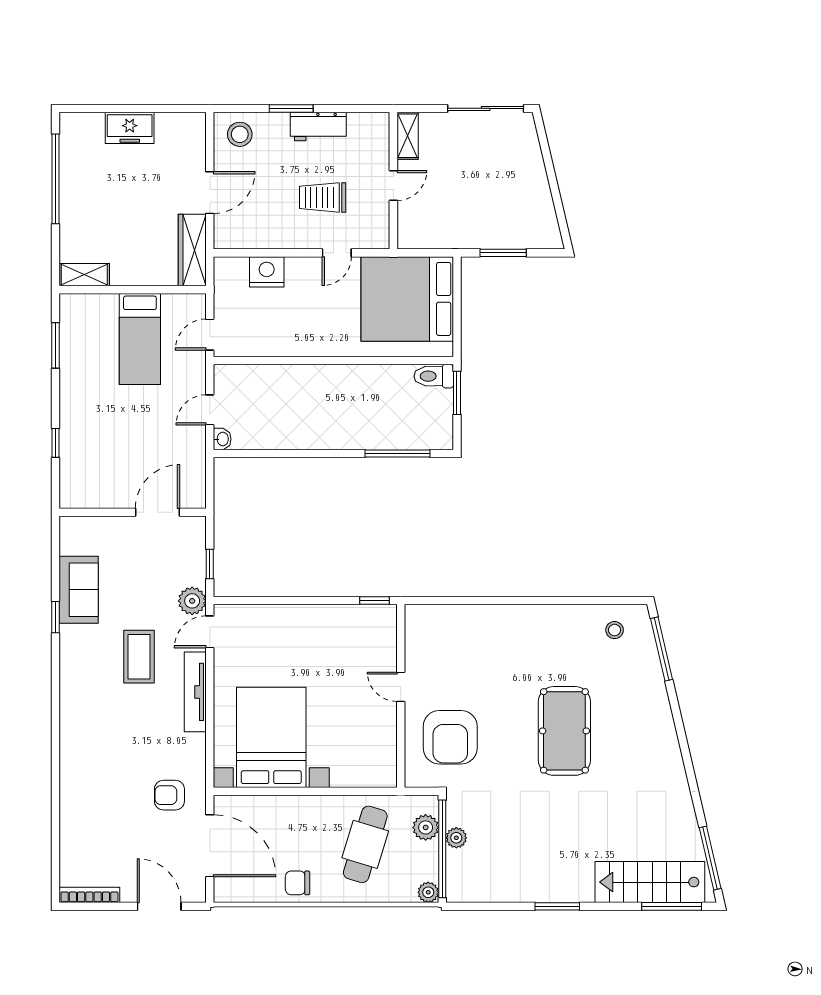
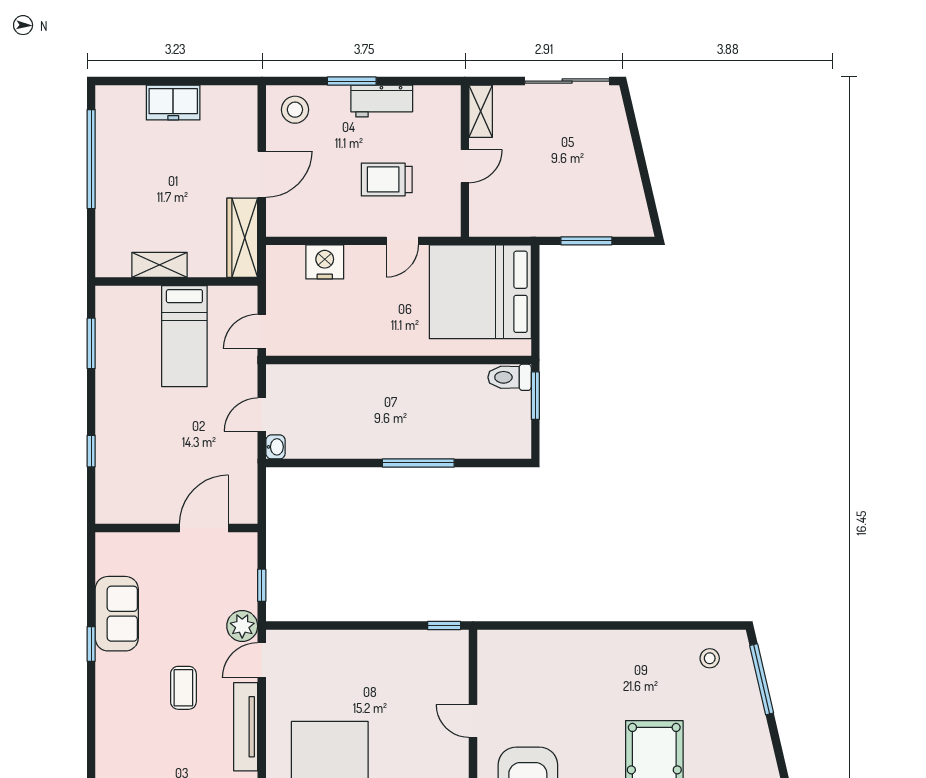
shelving: (84, 275) -> (159, 265), moved
window: (397, 454) -> (418, 463), moved
coffee table: (139, 657) -> (183, 688), width x0.73, depth x0.77

